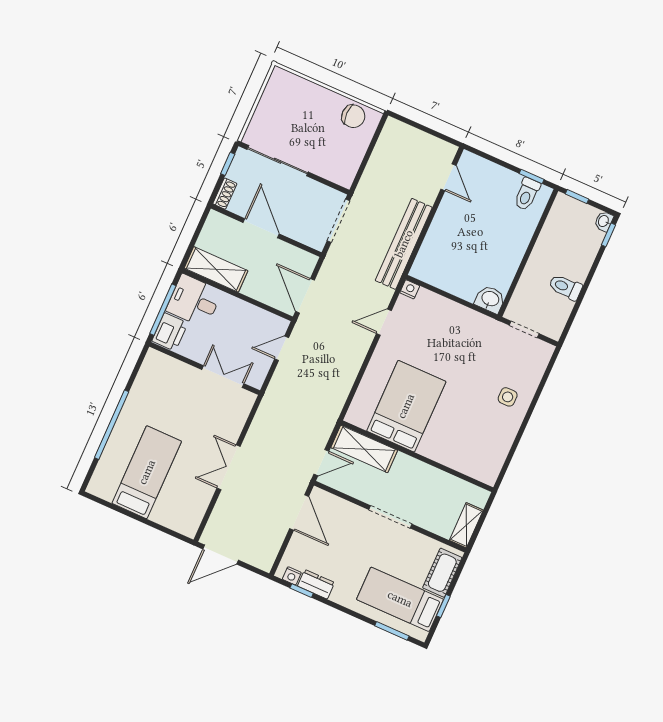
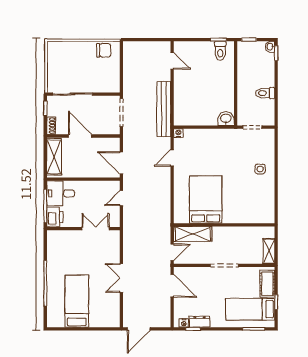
shelving: (216, 269) -> (54, 157), moved, turned 90

